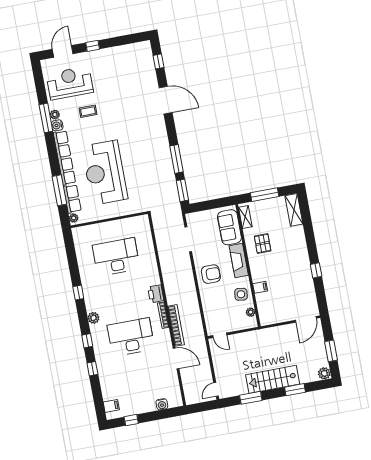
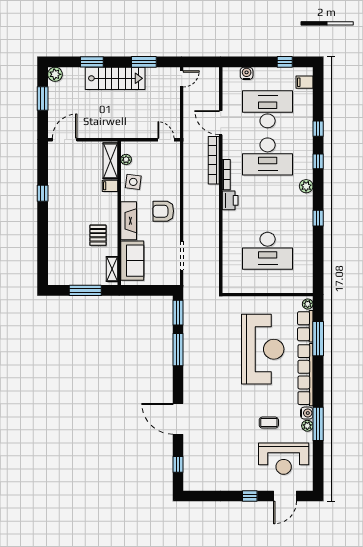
shelving: (294, 210) -> (110, 161), moved
desk: (138, 377) -> (268, 109), added

